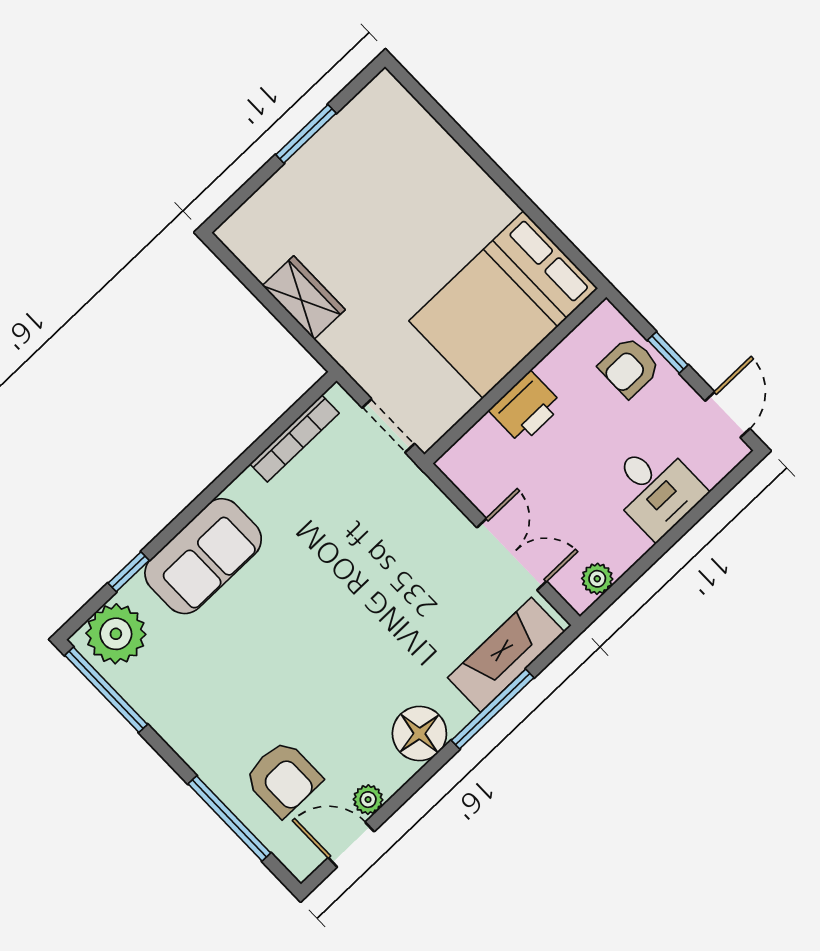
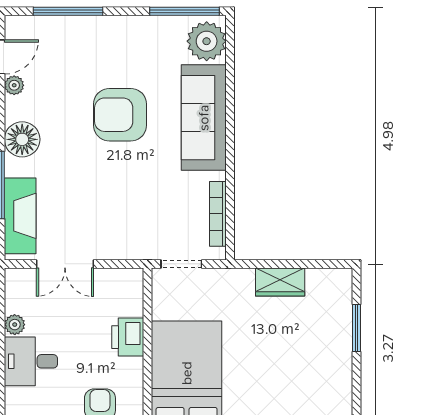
window: (306, 134) -> (356, 328), moved
sofa: (203, 556) -> (204, 118), width x1.36
window: (129, 572) -> (230, 75), removed
plant: (597, 579) -> (15, 325), moved
armchair: (283, 779) -> (120, 115), moved, width x1.36, depth x1.36

